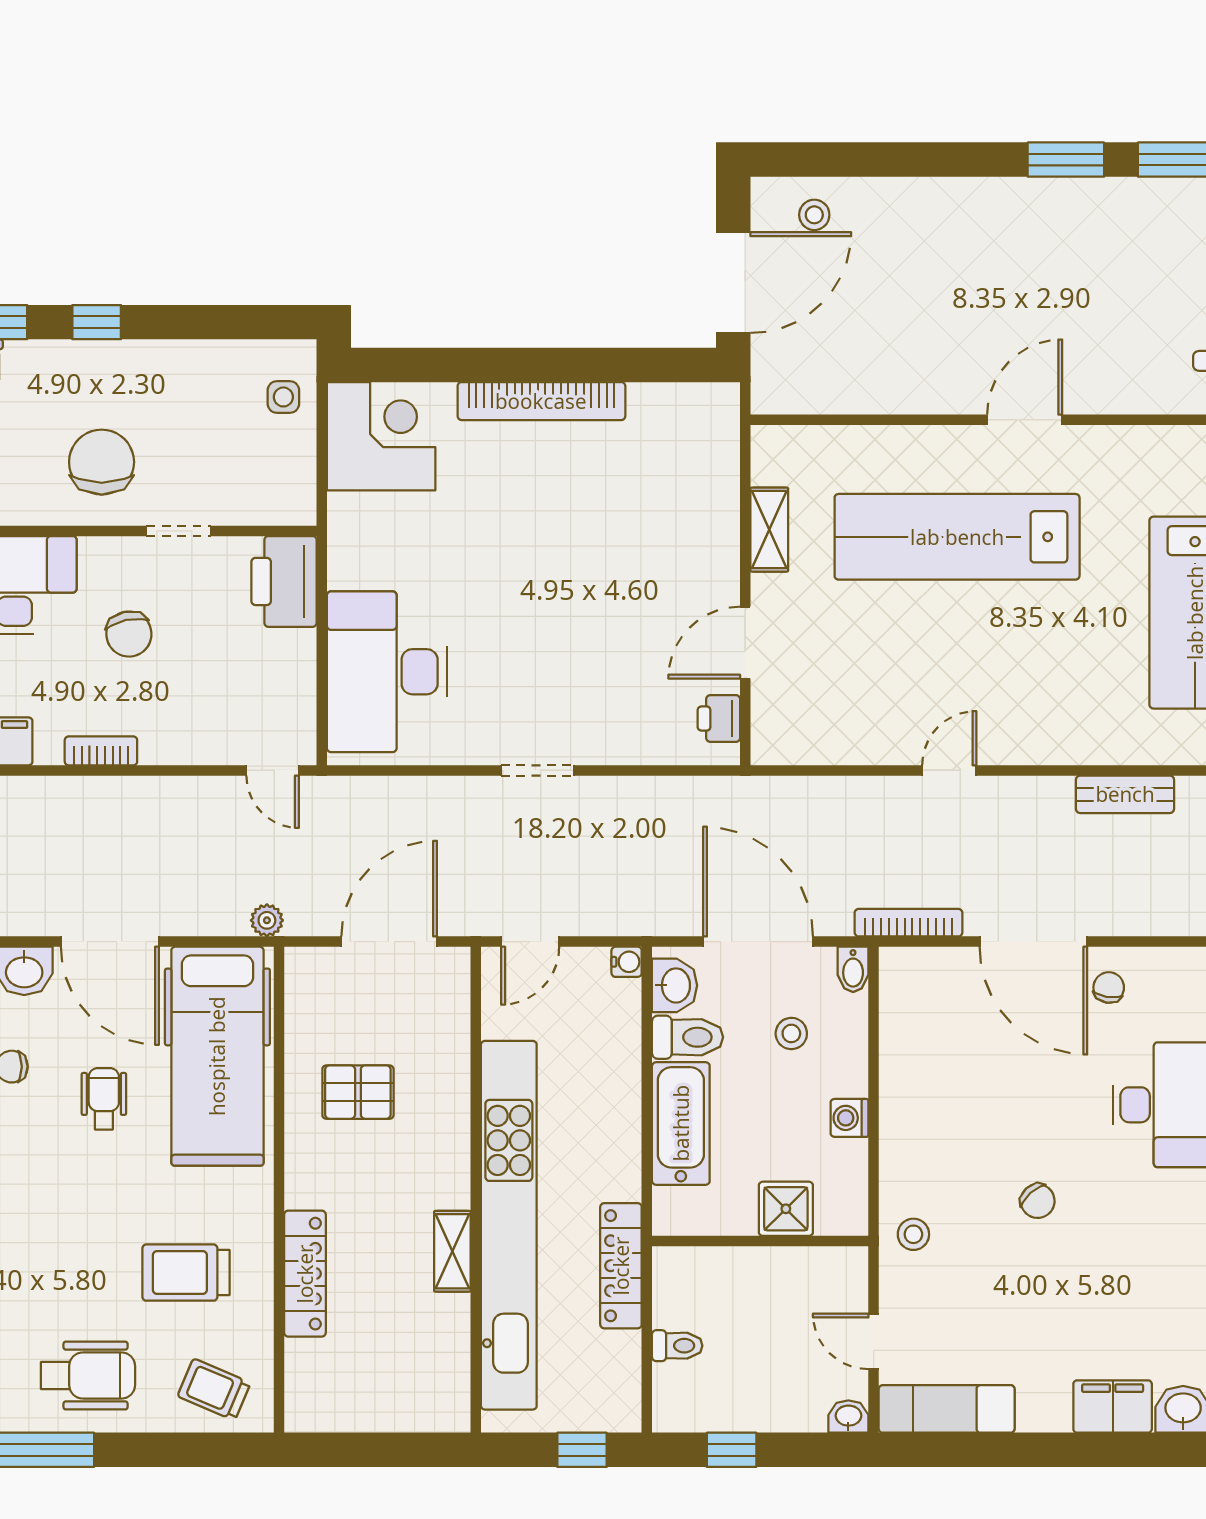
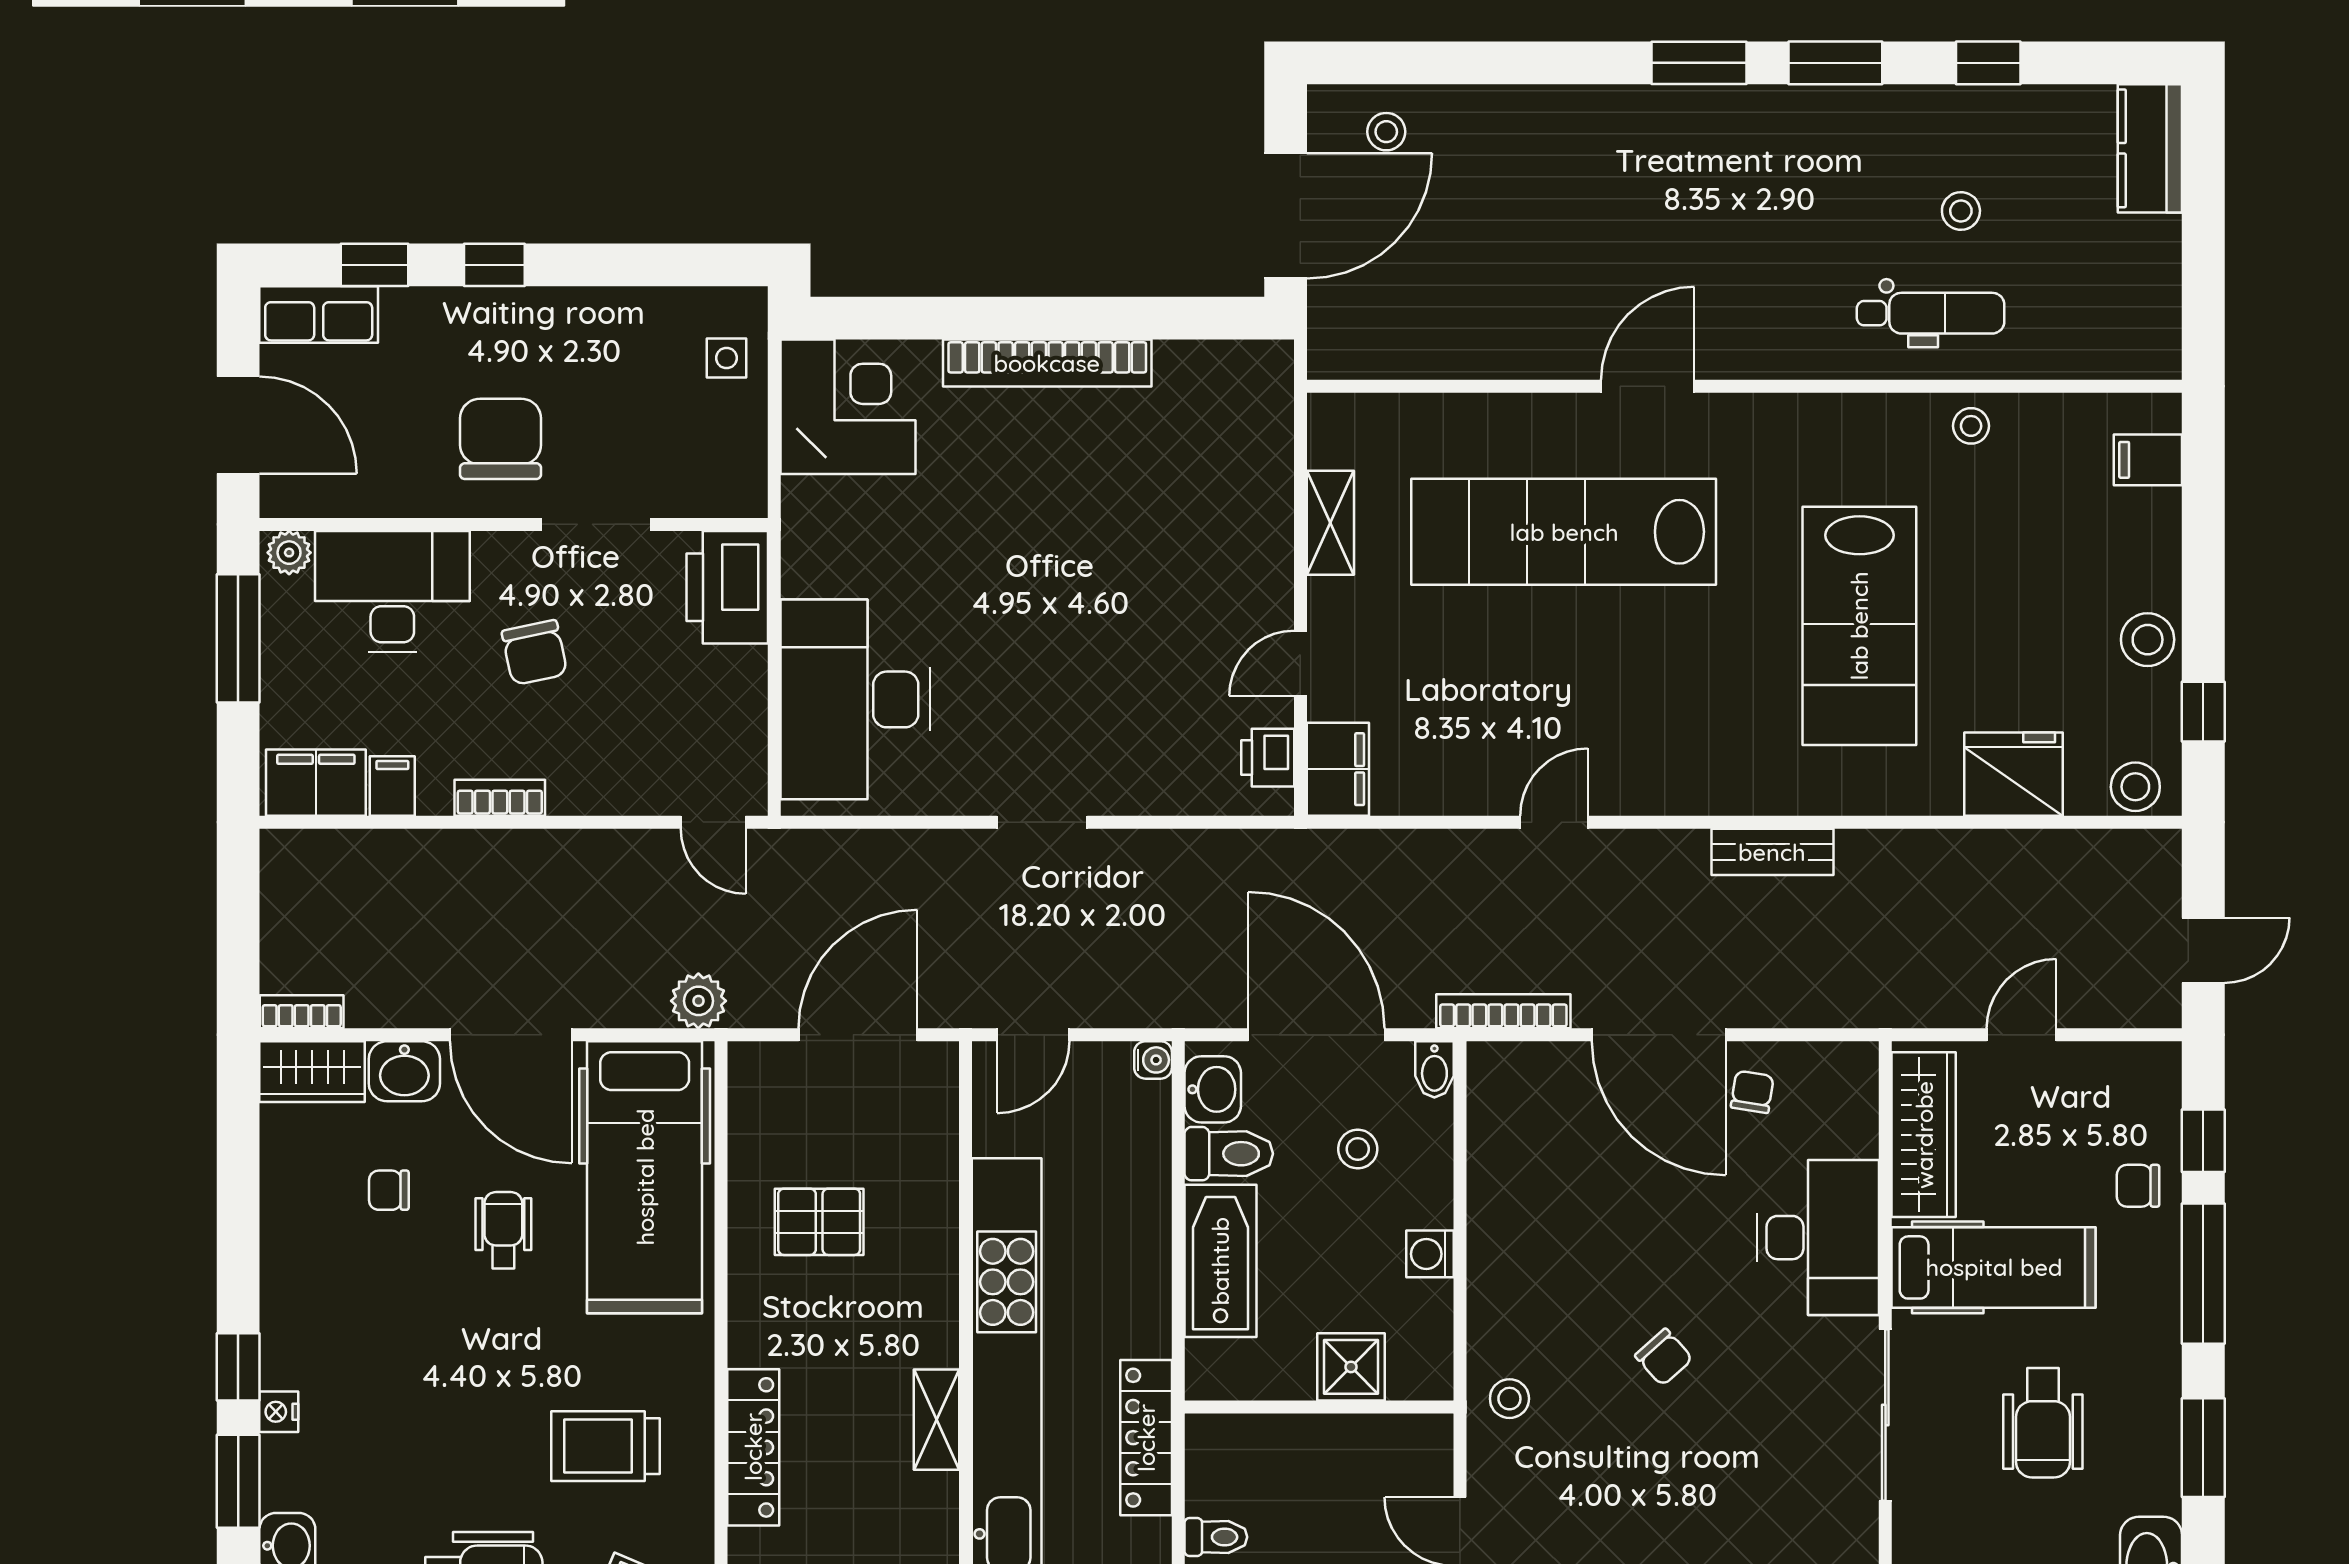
doorway: (179, 531) -> (596, 524), width x1.38
door: (745, 643) -> (1300, 663), width x0.73
filing cabinet: (775, 728) -> (1338, 769), added
plant: (267, 920) -> (698, 1001), width x1.38, depth x1.38

